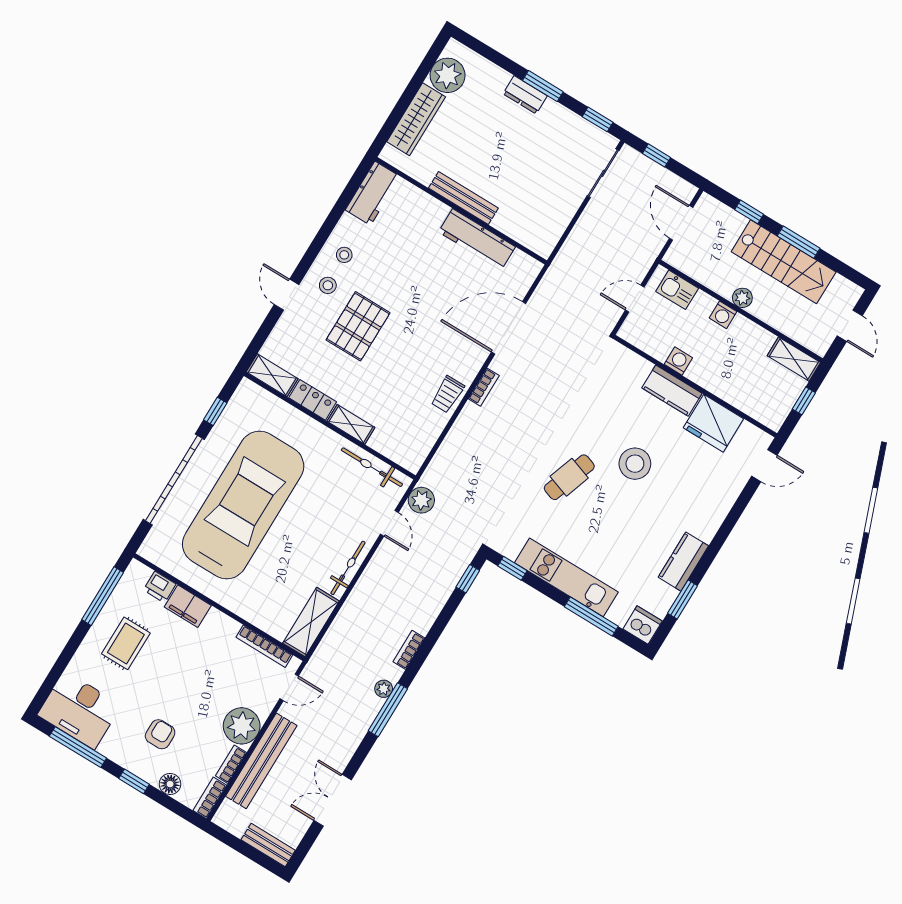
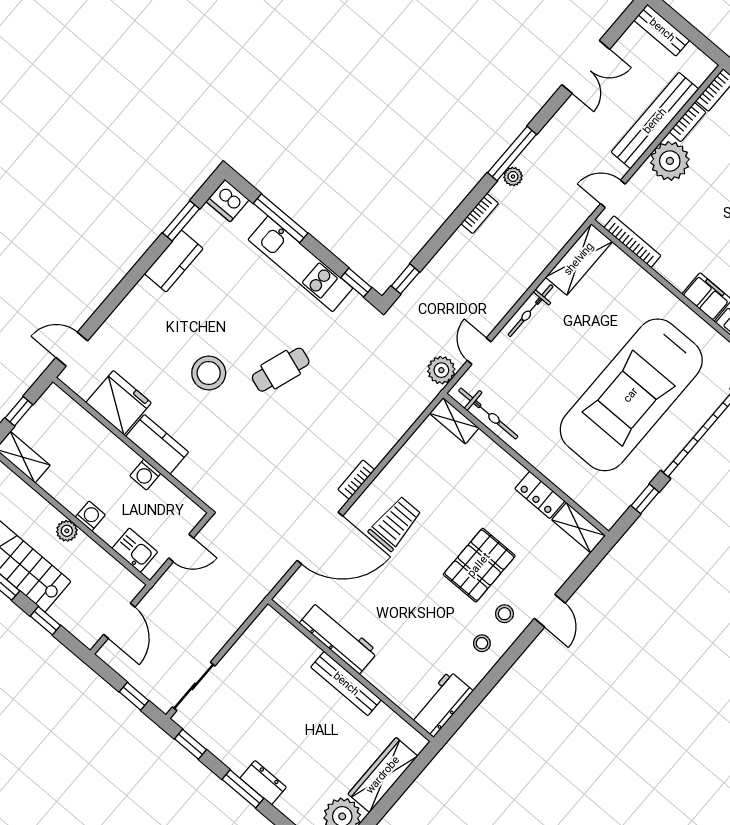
trolley: (448, 394) -> (395, 523), moved, width x1.36, depth x1.39
shelving: (351, 424) -> (454, 421), moved

